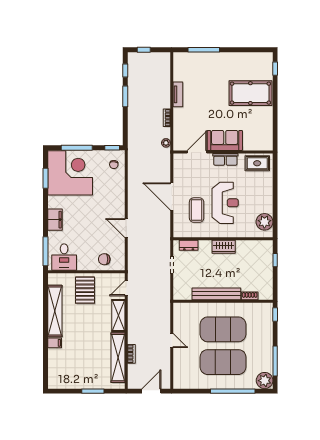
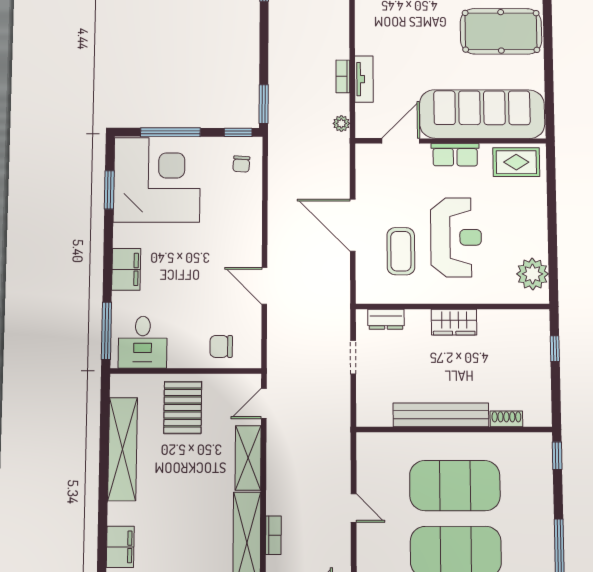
tv unit: (178, 94) -> (364, 79), moved
window: (125, 96) -> (264, 104), moved
sofa: (225, 140) -> (482, 114), width x1.85, depth x1.27
filing cabinet: (55, 343) -> (120, 547), moved, width x2.00

